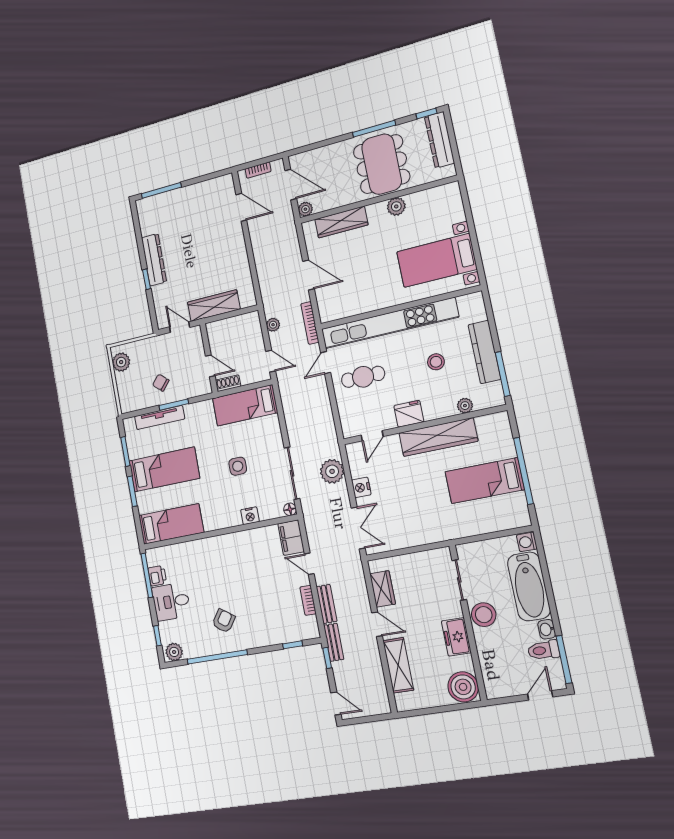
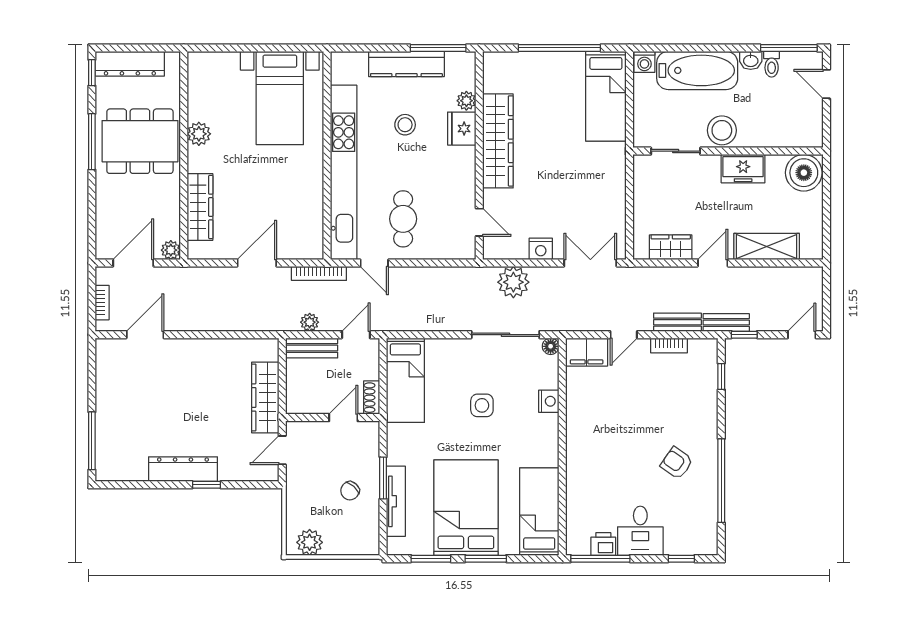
bench: (255, 331) -> (312, 348), added
fridge: (409, 414) -> (462, 129), moved
bed: (164, 470) -> (466, 508), width x1.50
bed: (485, 481) -> (606, 96), moved
toilet: (543, 650) -> (772, 64), width x0.73, depth x0.72
plant: (174, 652) -> (706, 539), removed

